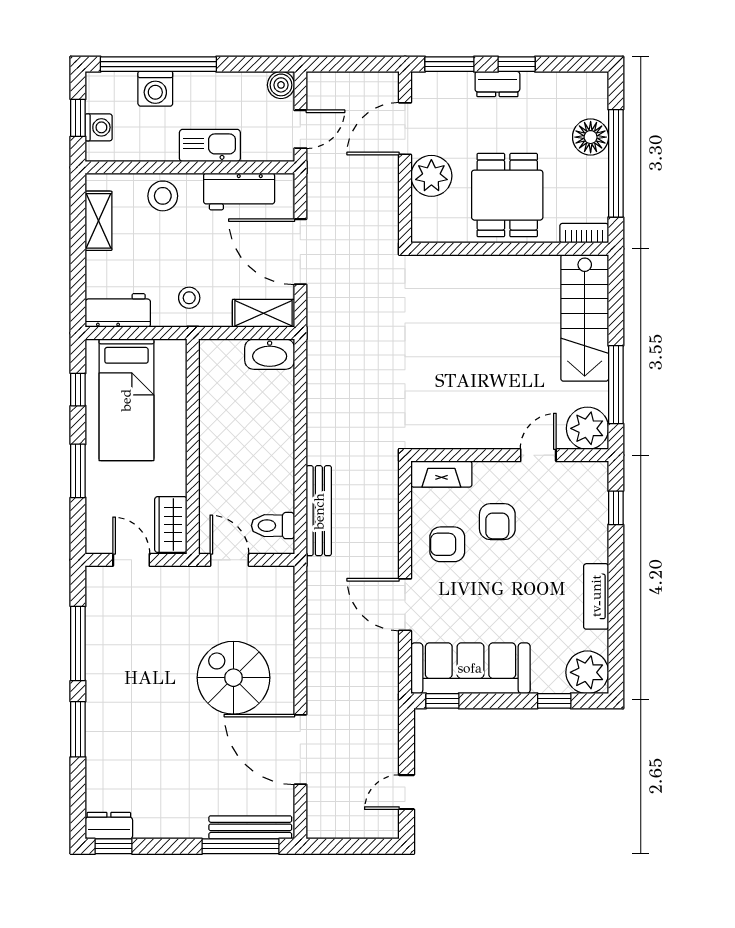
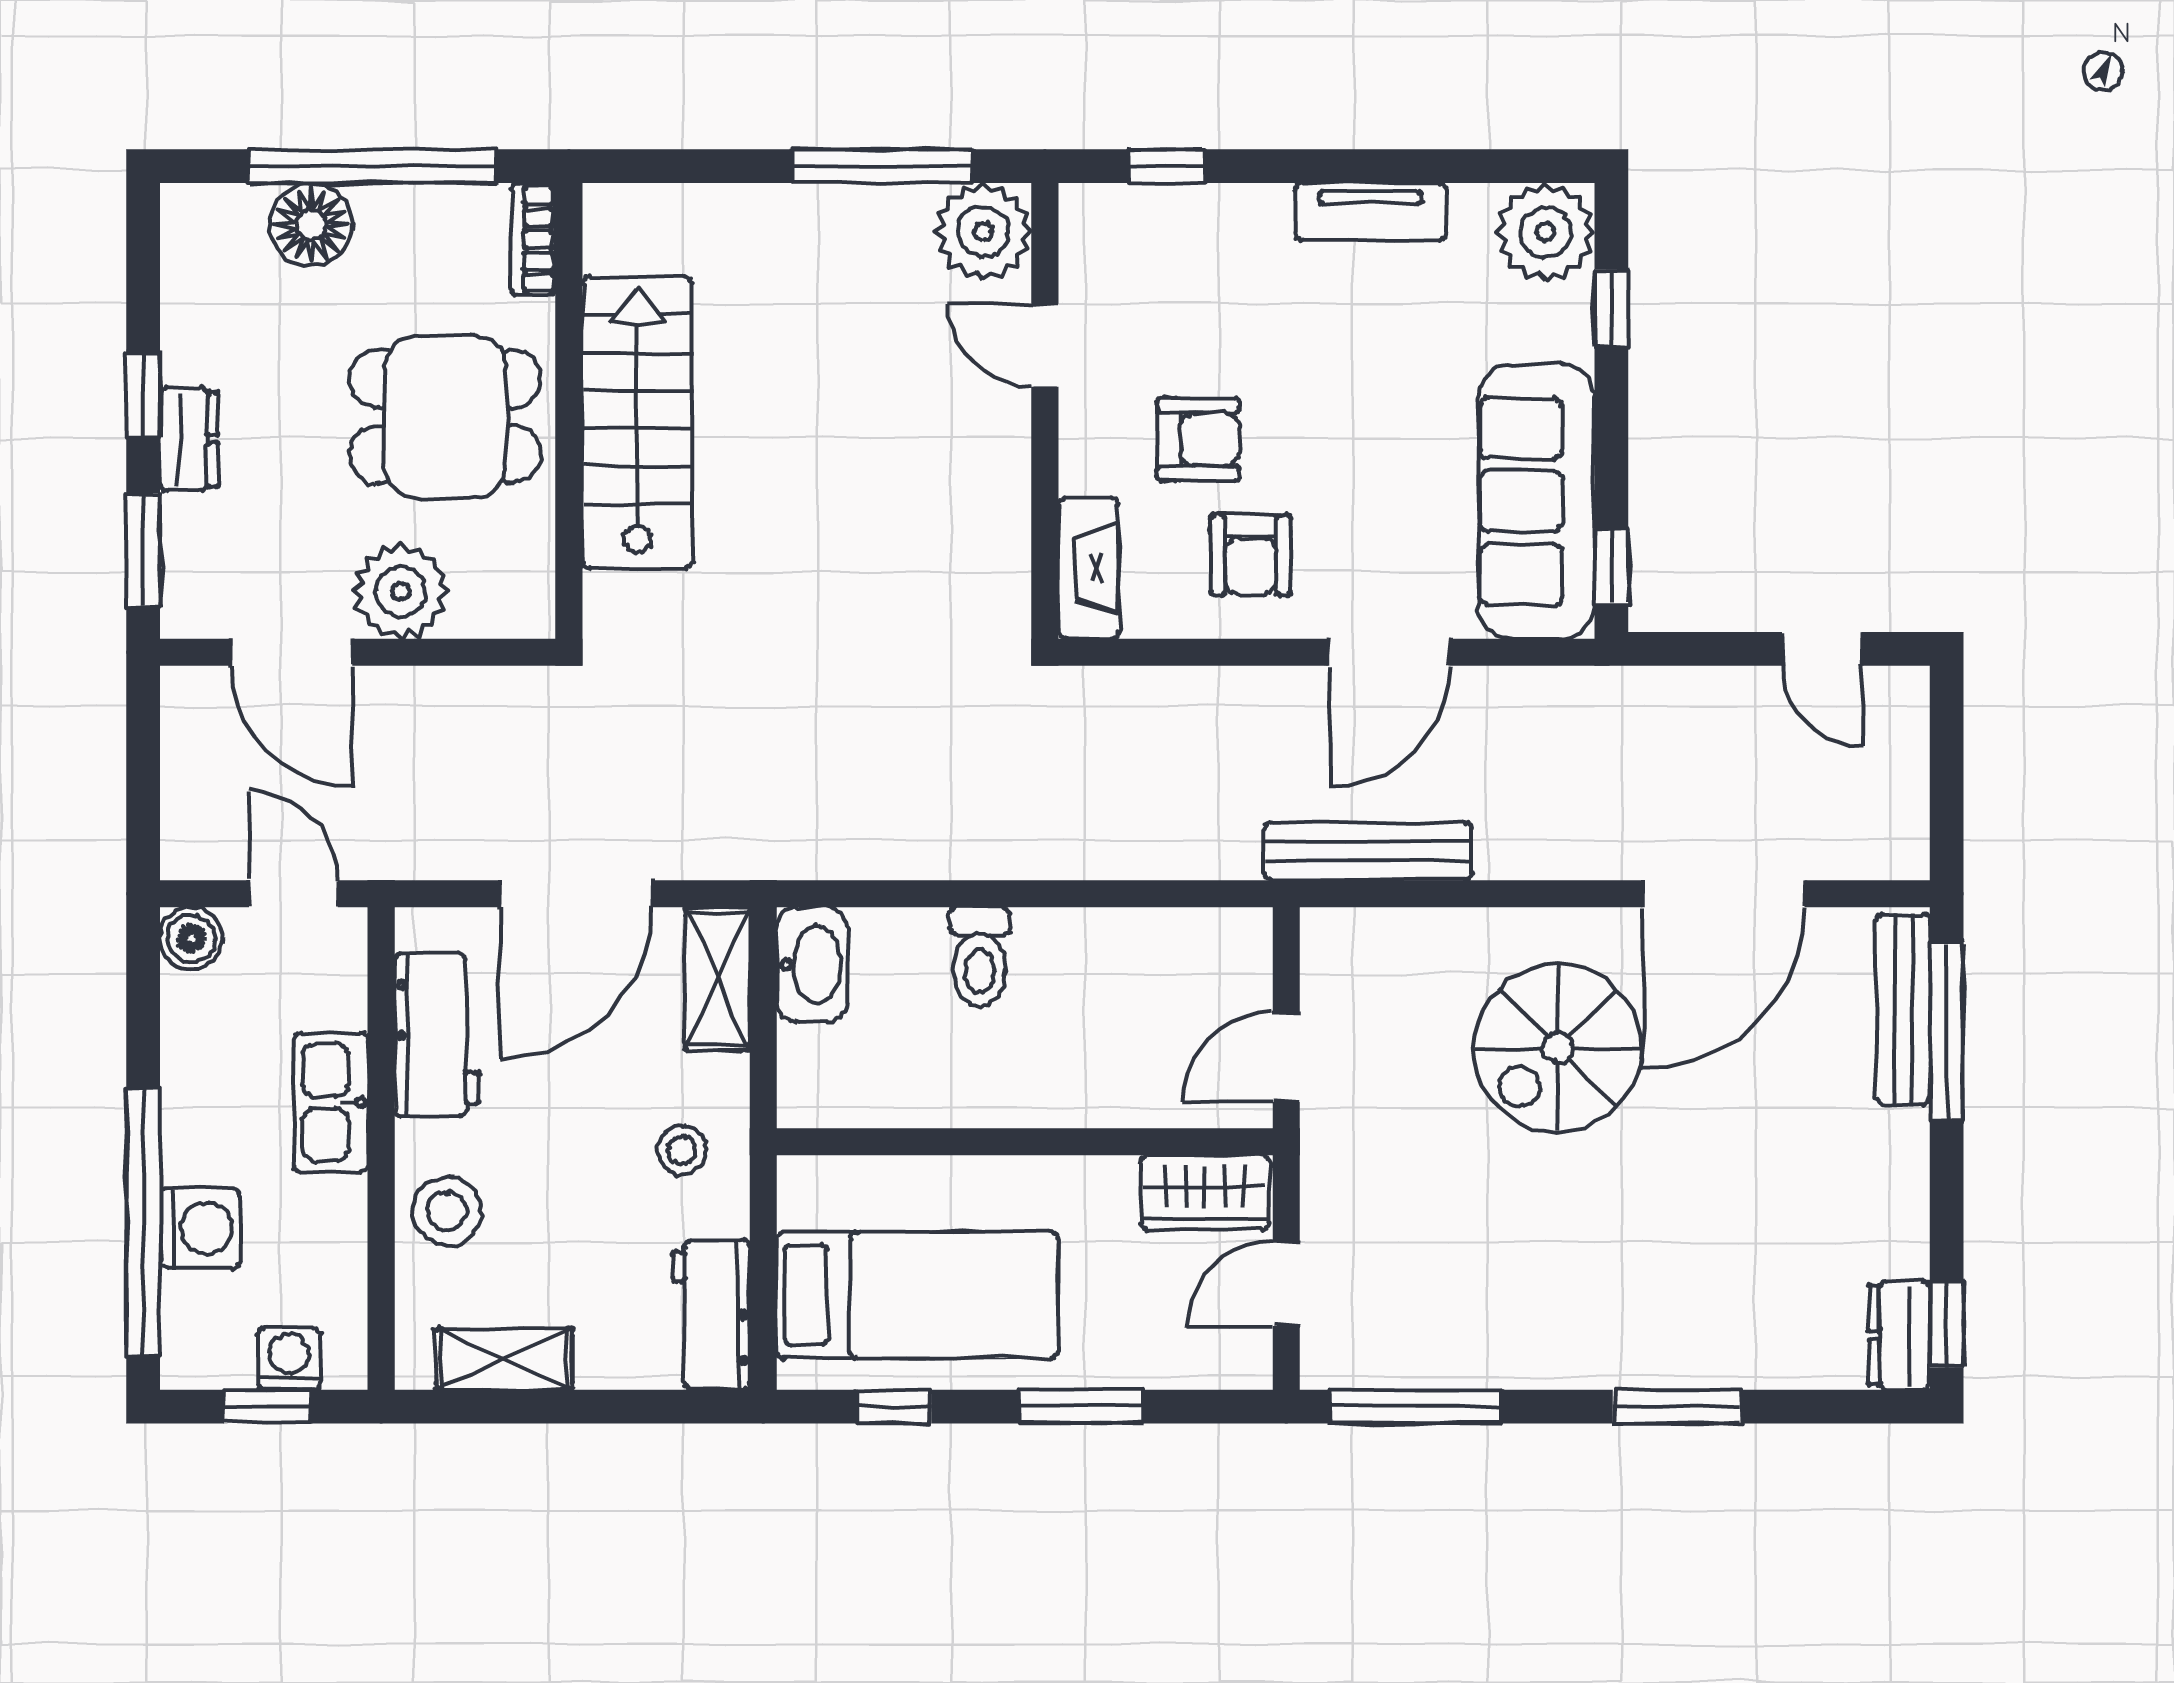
stairs: (585, 318) -> (637, 423), moved, turned -90
bench: (319, 511) -> (1368, 851), moved
toilet: (273, 526) -> (980, 957), moved
window: (78, 643) -> (1416, 1407), moved

